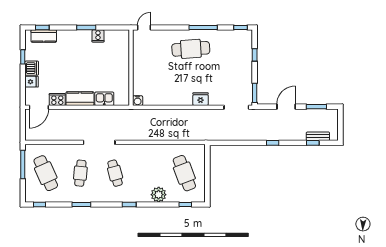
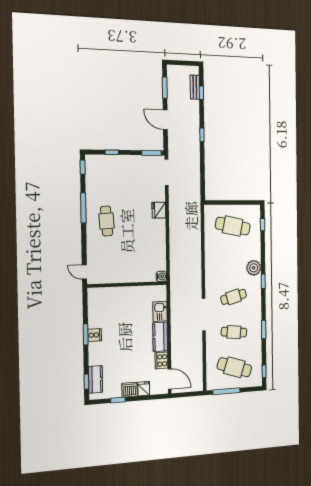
cooker: (98, 36) -> (95, 335), moved
cafe table: (191, 49) -> (107, 221), width x0.73, depth x0.74
cafe table: (46, 173) -> (234, 367), turned 42
cafe table: (184, 173) -> (233, 226), turned 33
plant: (159, 195) -> (254, 268), moved

